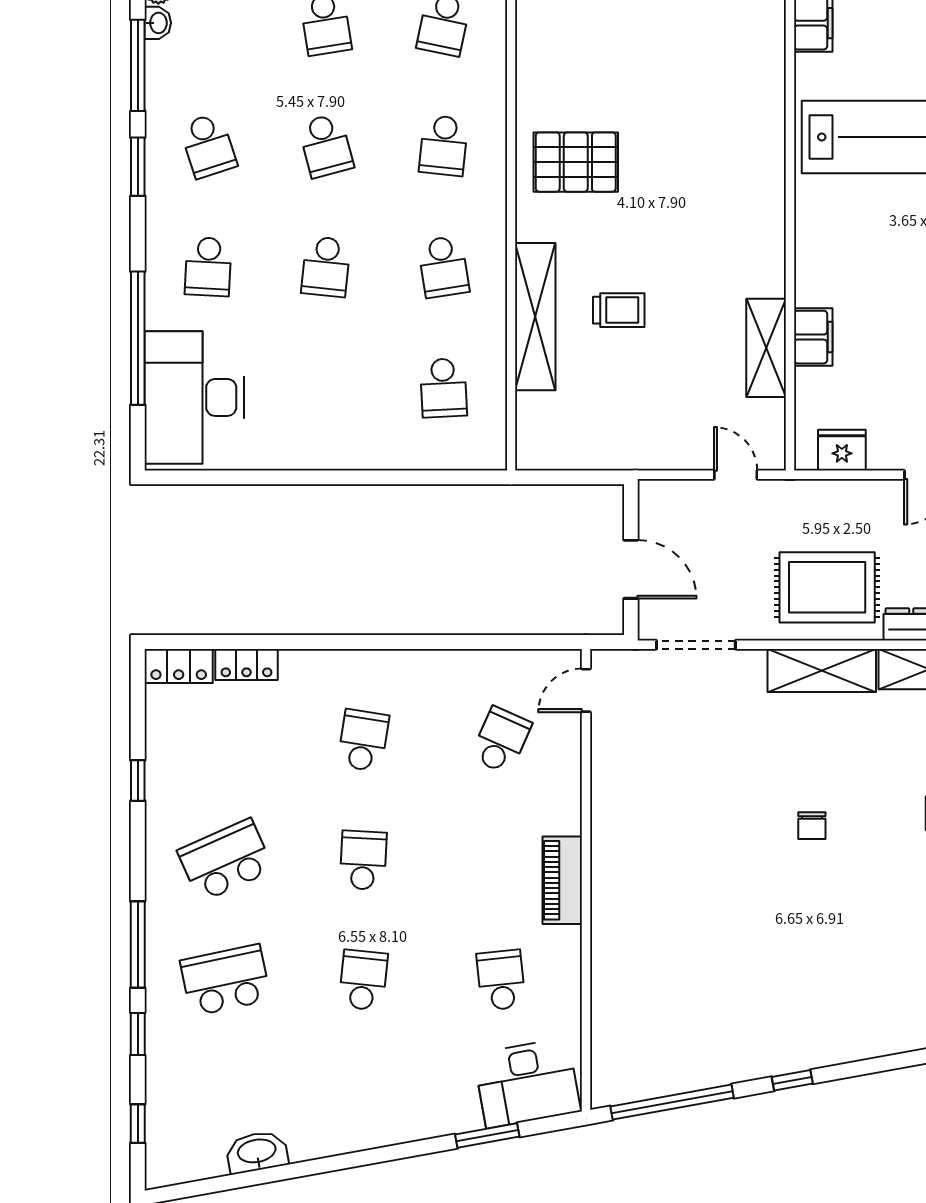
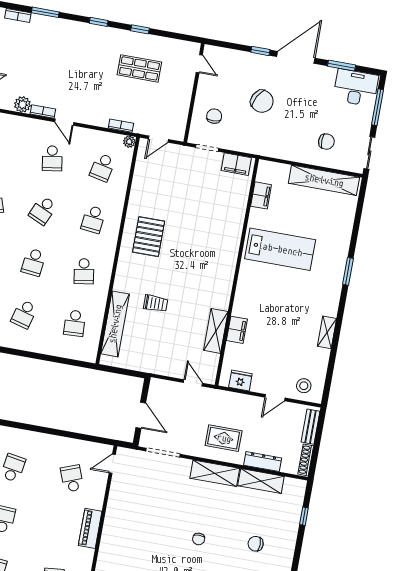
school desk: (326, 146) -> (43, 210), turned 39
pallet: (576, 162) -> (149, 237), turned 90
shelving: (535, 317) -> (115, 324), moved
school desk: (326, 388) -> (24, 314), added
rug: (827, 587) -> (224, 438), width x0.73, depth x0.70
school desk: (501, 740) -> (72, 479), turned -45
piano: (562, 880) -> (90, 528), moved

